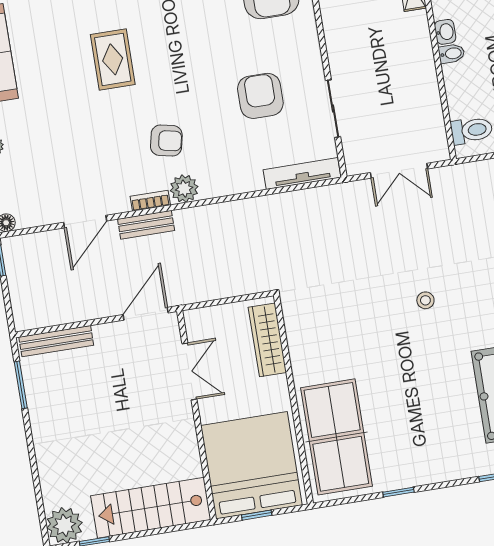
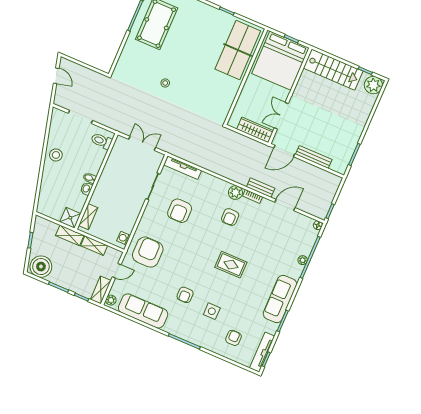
rug: (113, 59) -> (231, 265), turned 90
armchair: (166, 141) -> (230, 217), turned -102
wardrobe: (267, 340) -> (255, 130), moved, turned -90
bench: (56, 341) -> (314, 157), moved

